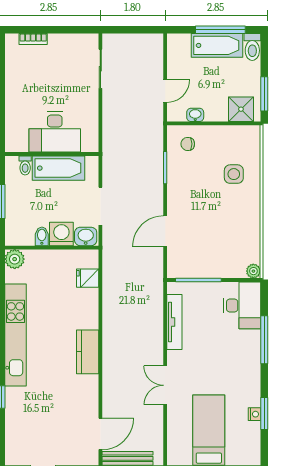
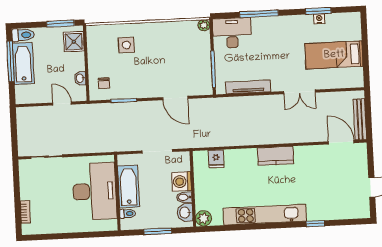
desk: (55, 132) -> (95, 191), width x1.36, depth x1.30
washbasin: (86, 236) -> (185, 213), moved

